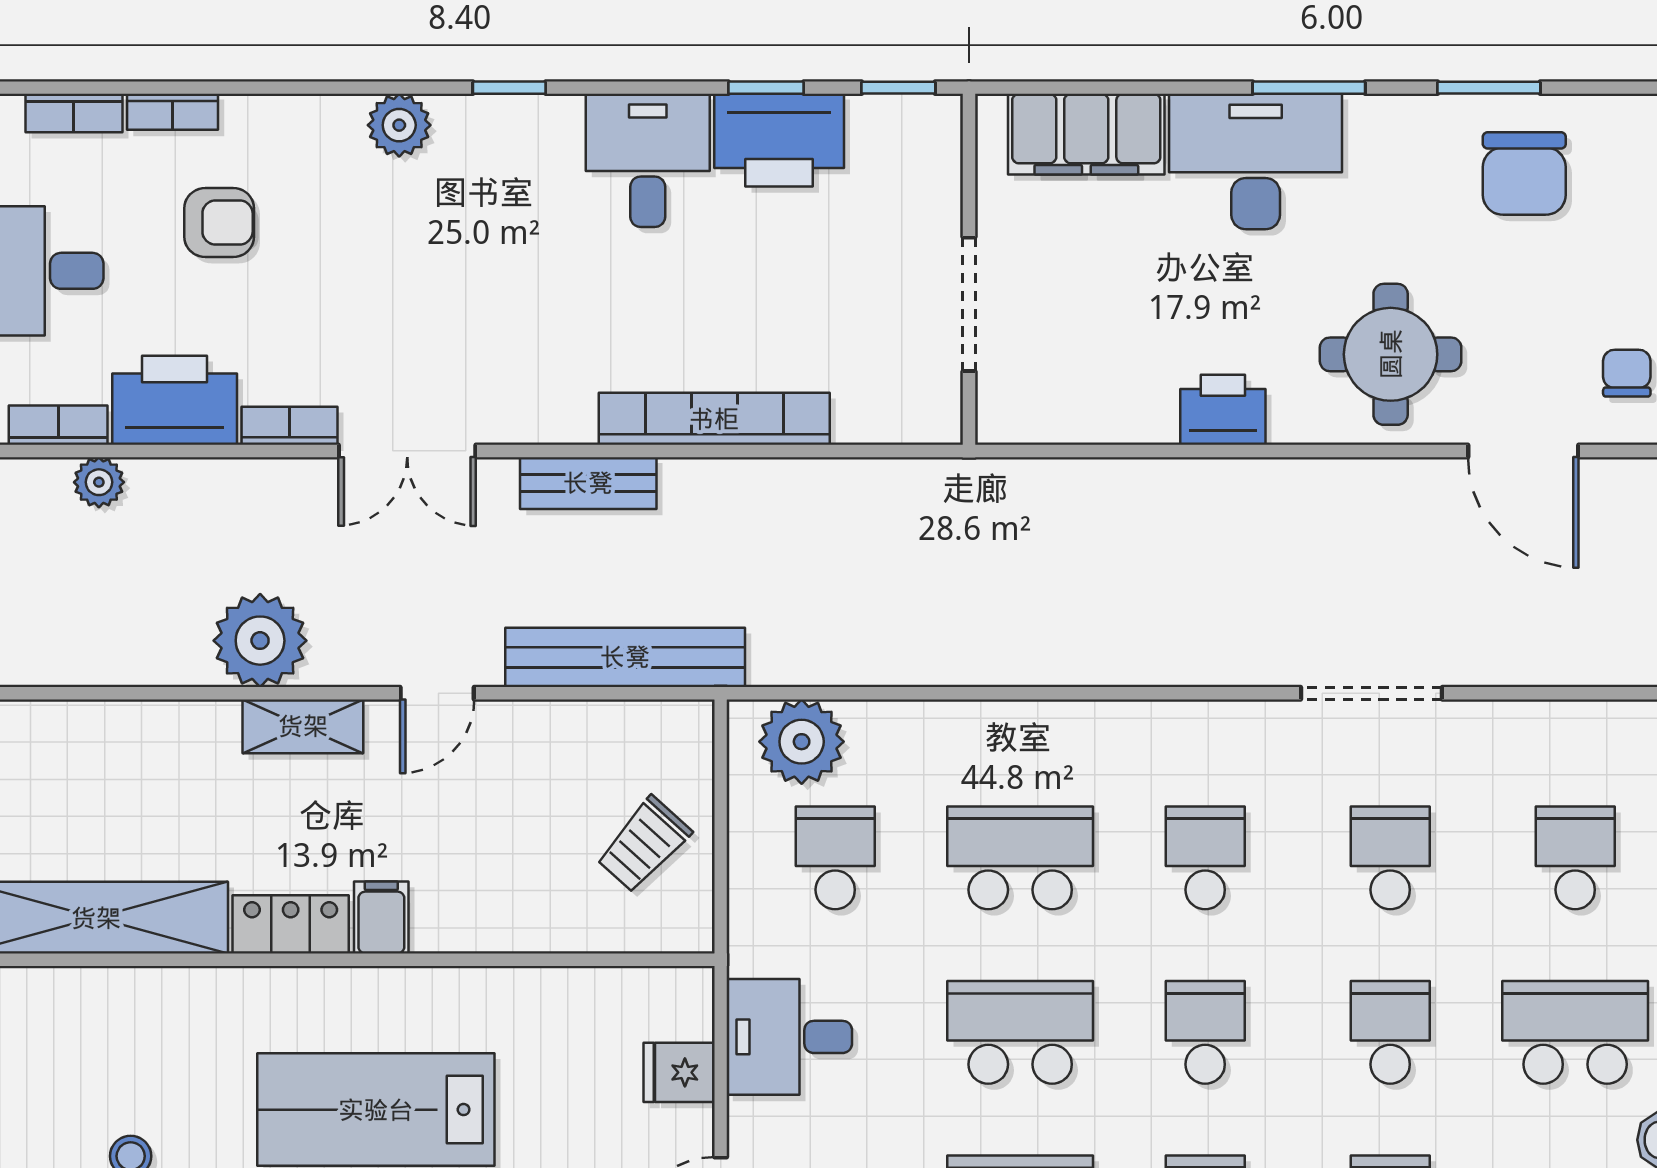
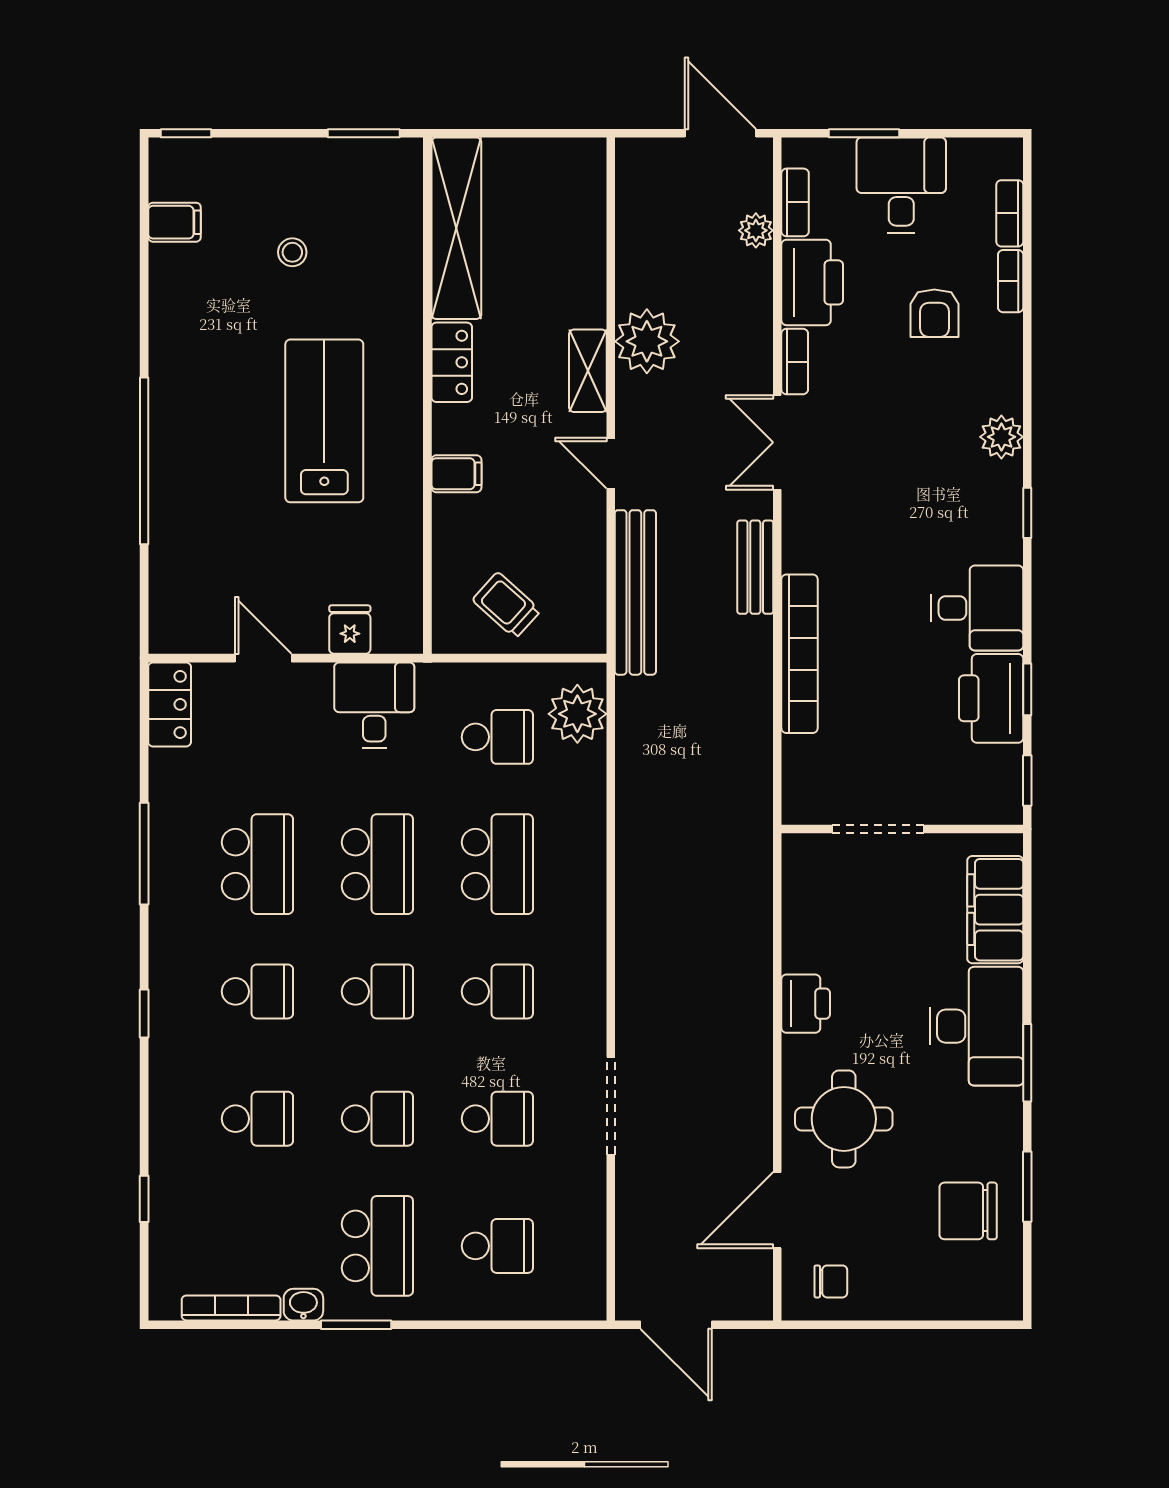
filing cabinet: (381, 918) -> (456, 474), moved

